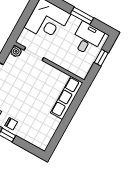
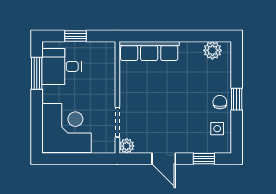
window: (82, 16) -> (37, 73), moved
plant: (45, 137) -> (212, 50), added

